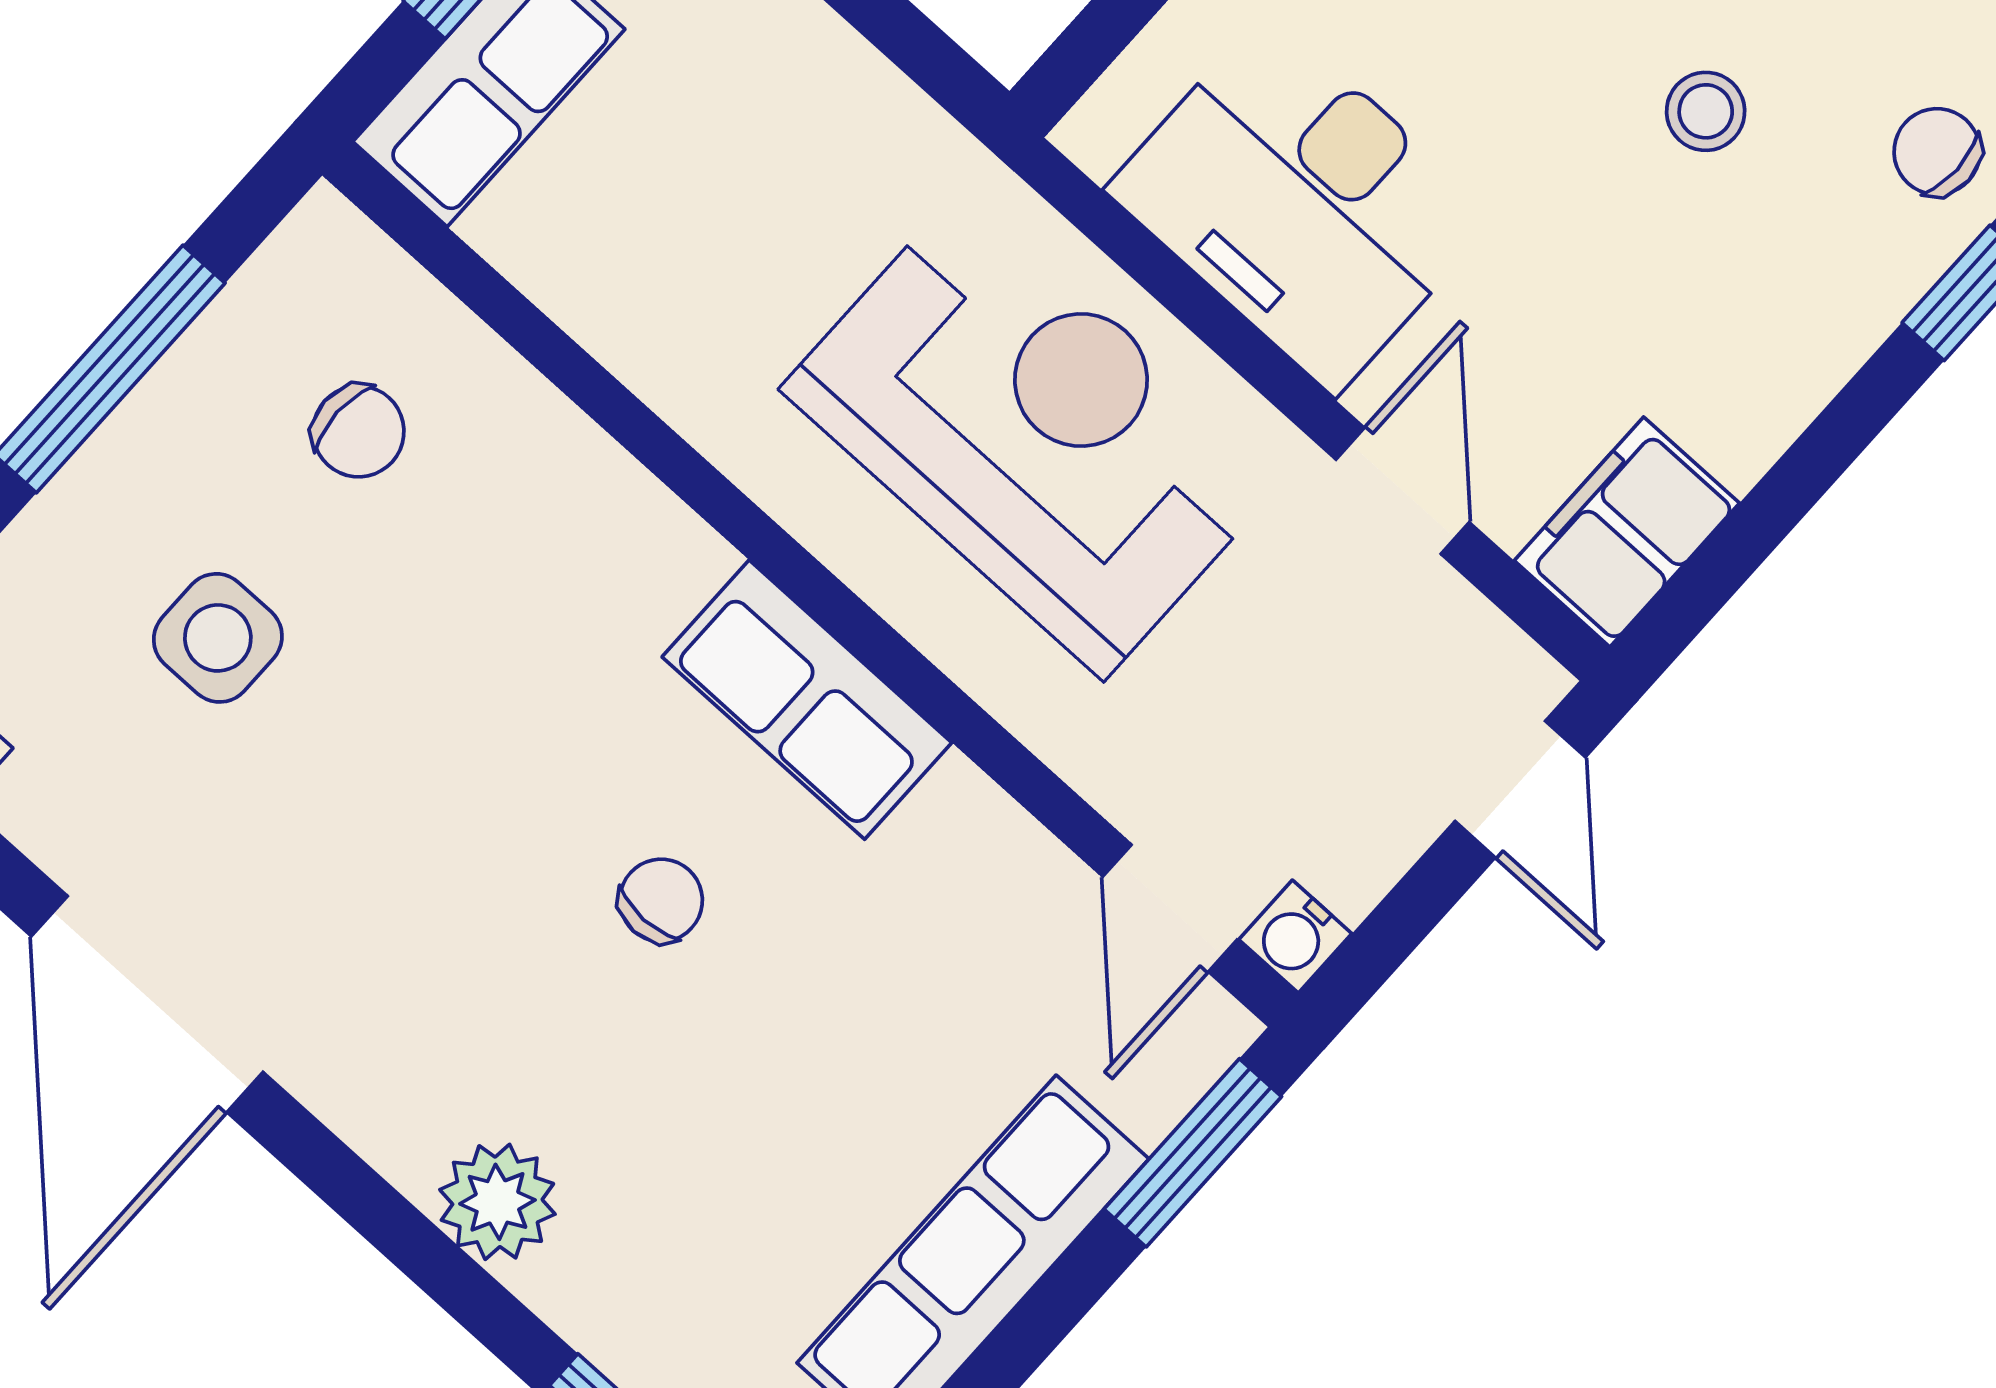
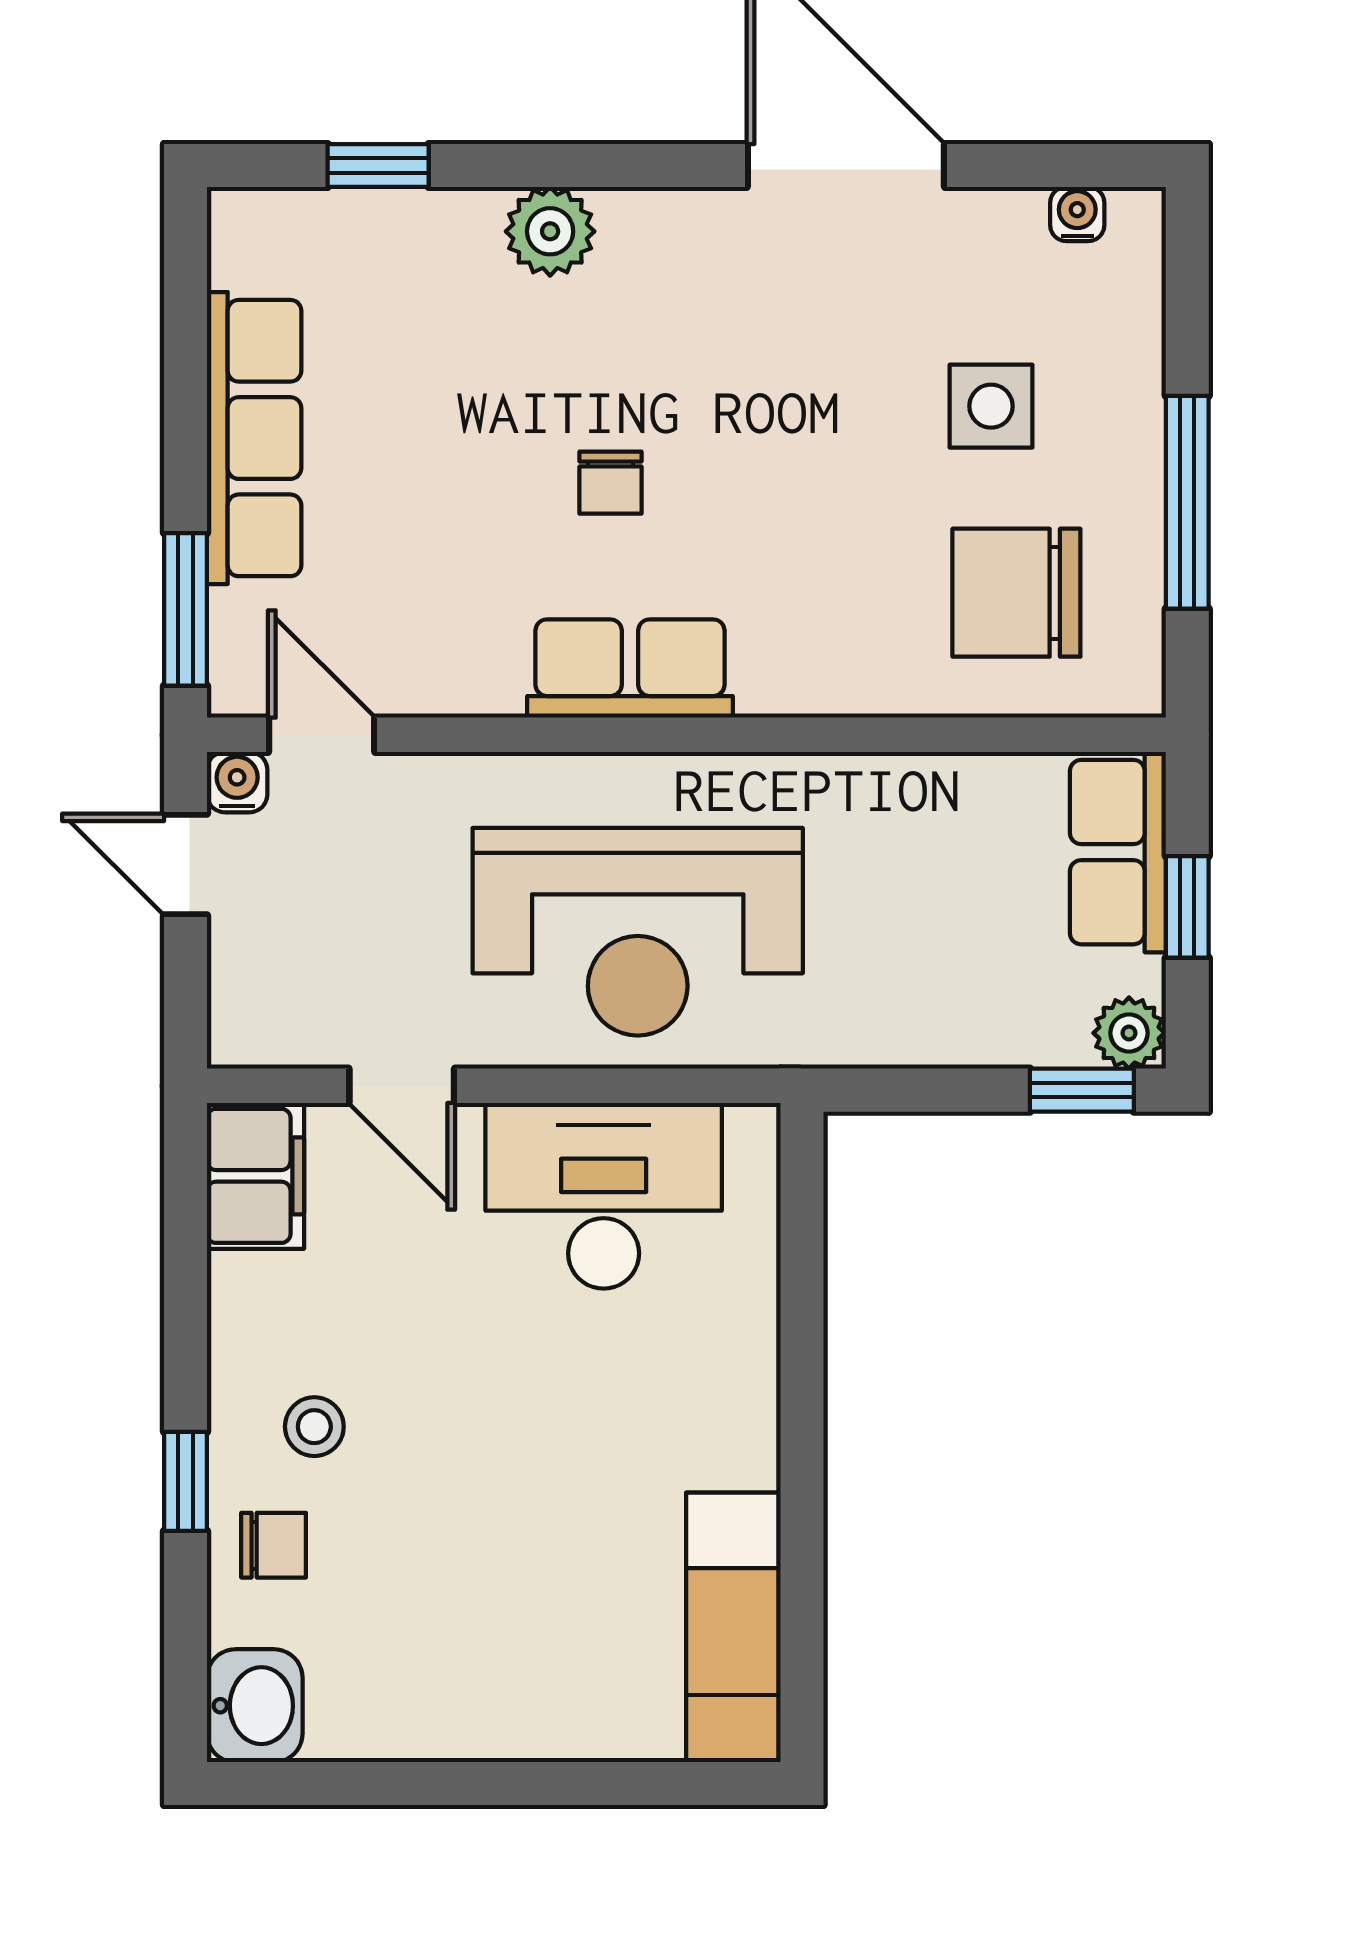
stool: (1706, 111) -> (314, 1427), moved
chair: (358, 431) -> (1016, 593), width x1.87, depth x1.87
door: (1520, 789) -> (185, 865), moved

